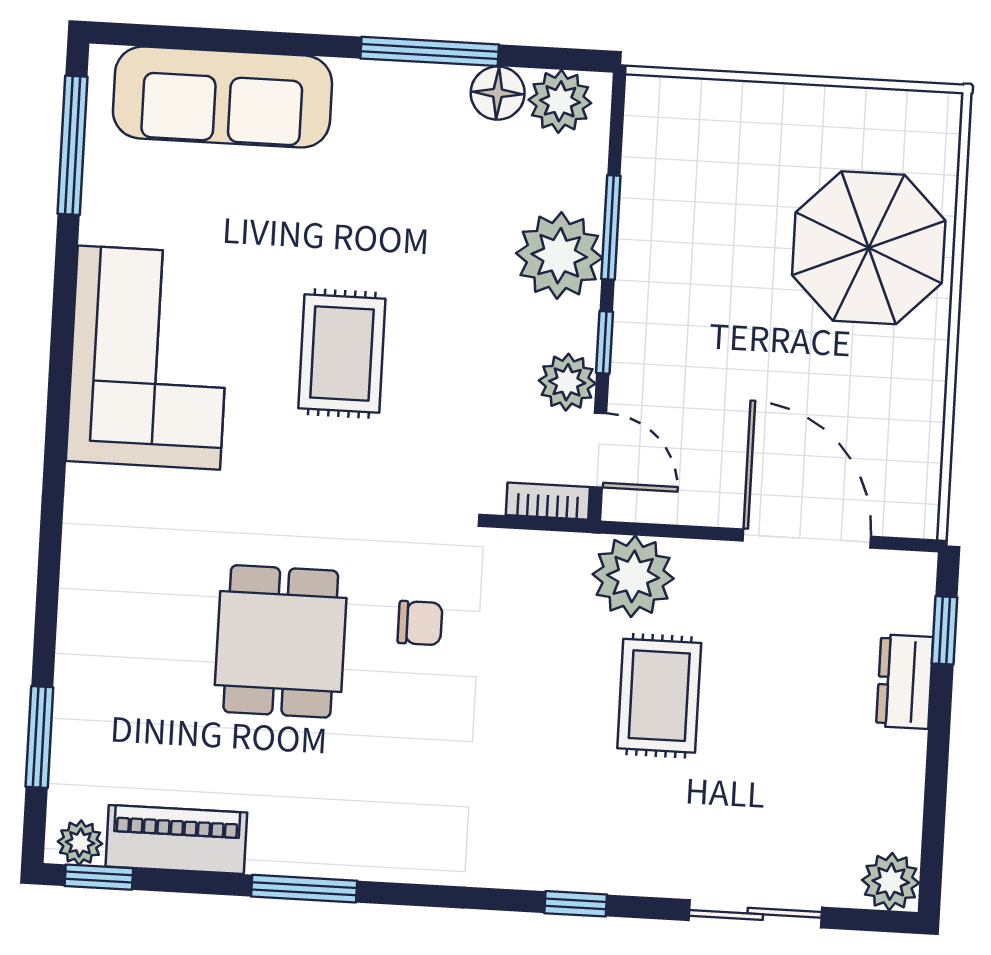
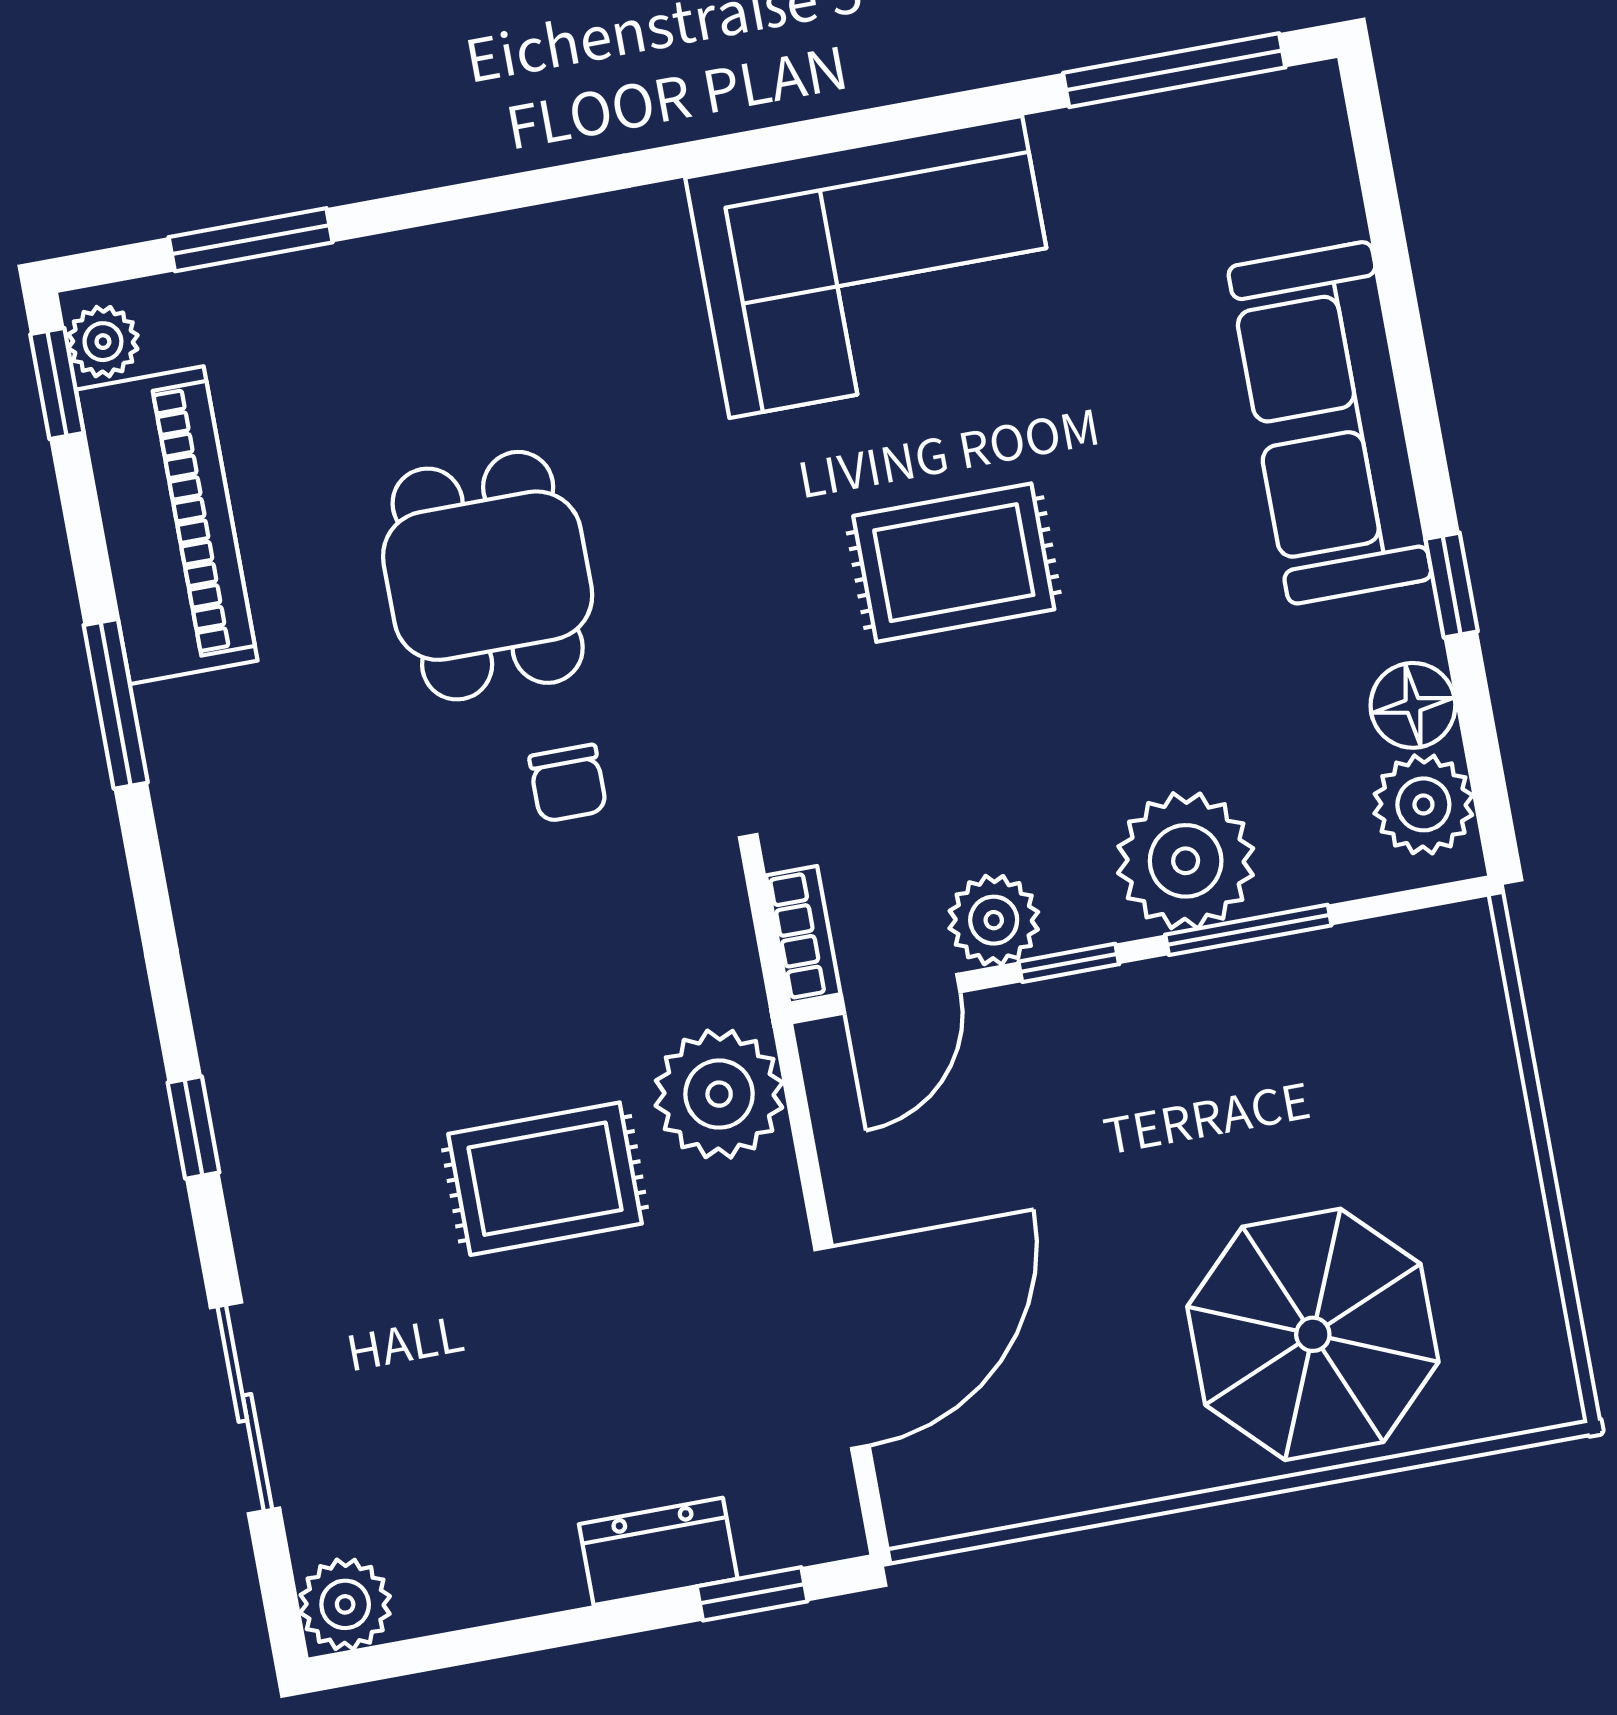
window: (430, 51) -> (1452, 585), width x0.46
sofa: (222, 97) -> (1330, 423), moved
dining table: (281, 641) -> (488, 576), turned 90
piano: (176, 840) -> (167, 525), width x1.37, depth x1.33

